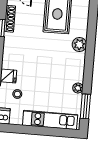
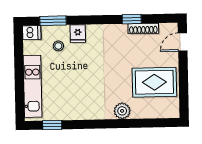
plant: (78, 88) -> (72, 114), removed
window: (85, 106) -> (52, 125), width x0.67

